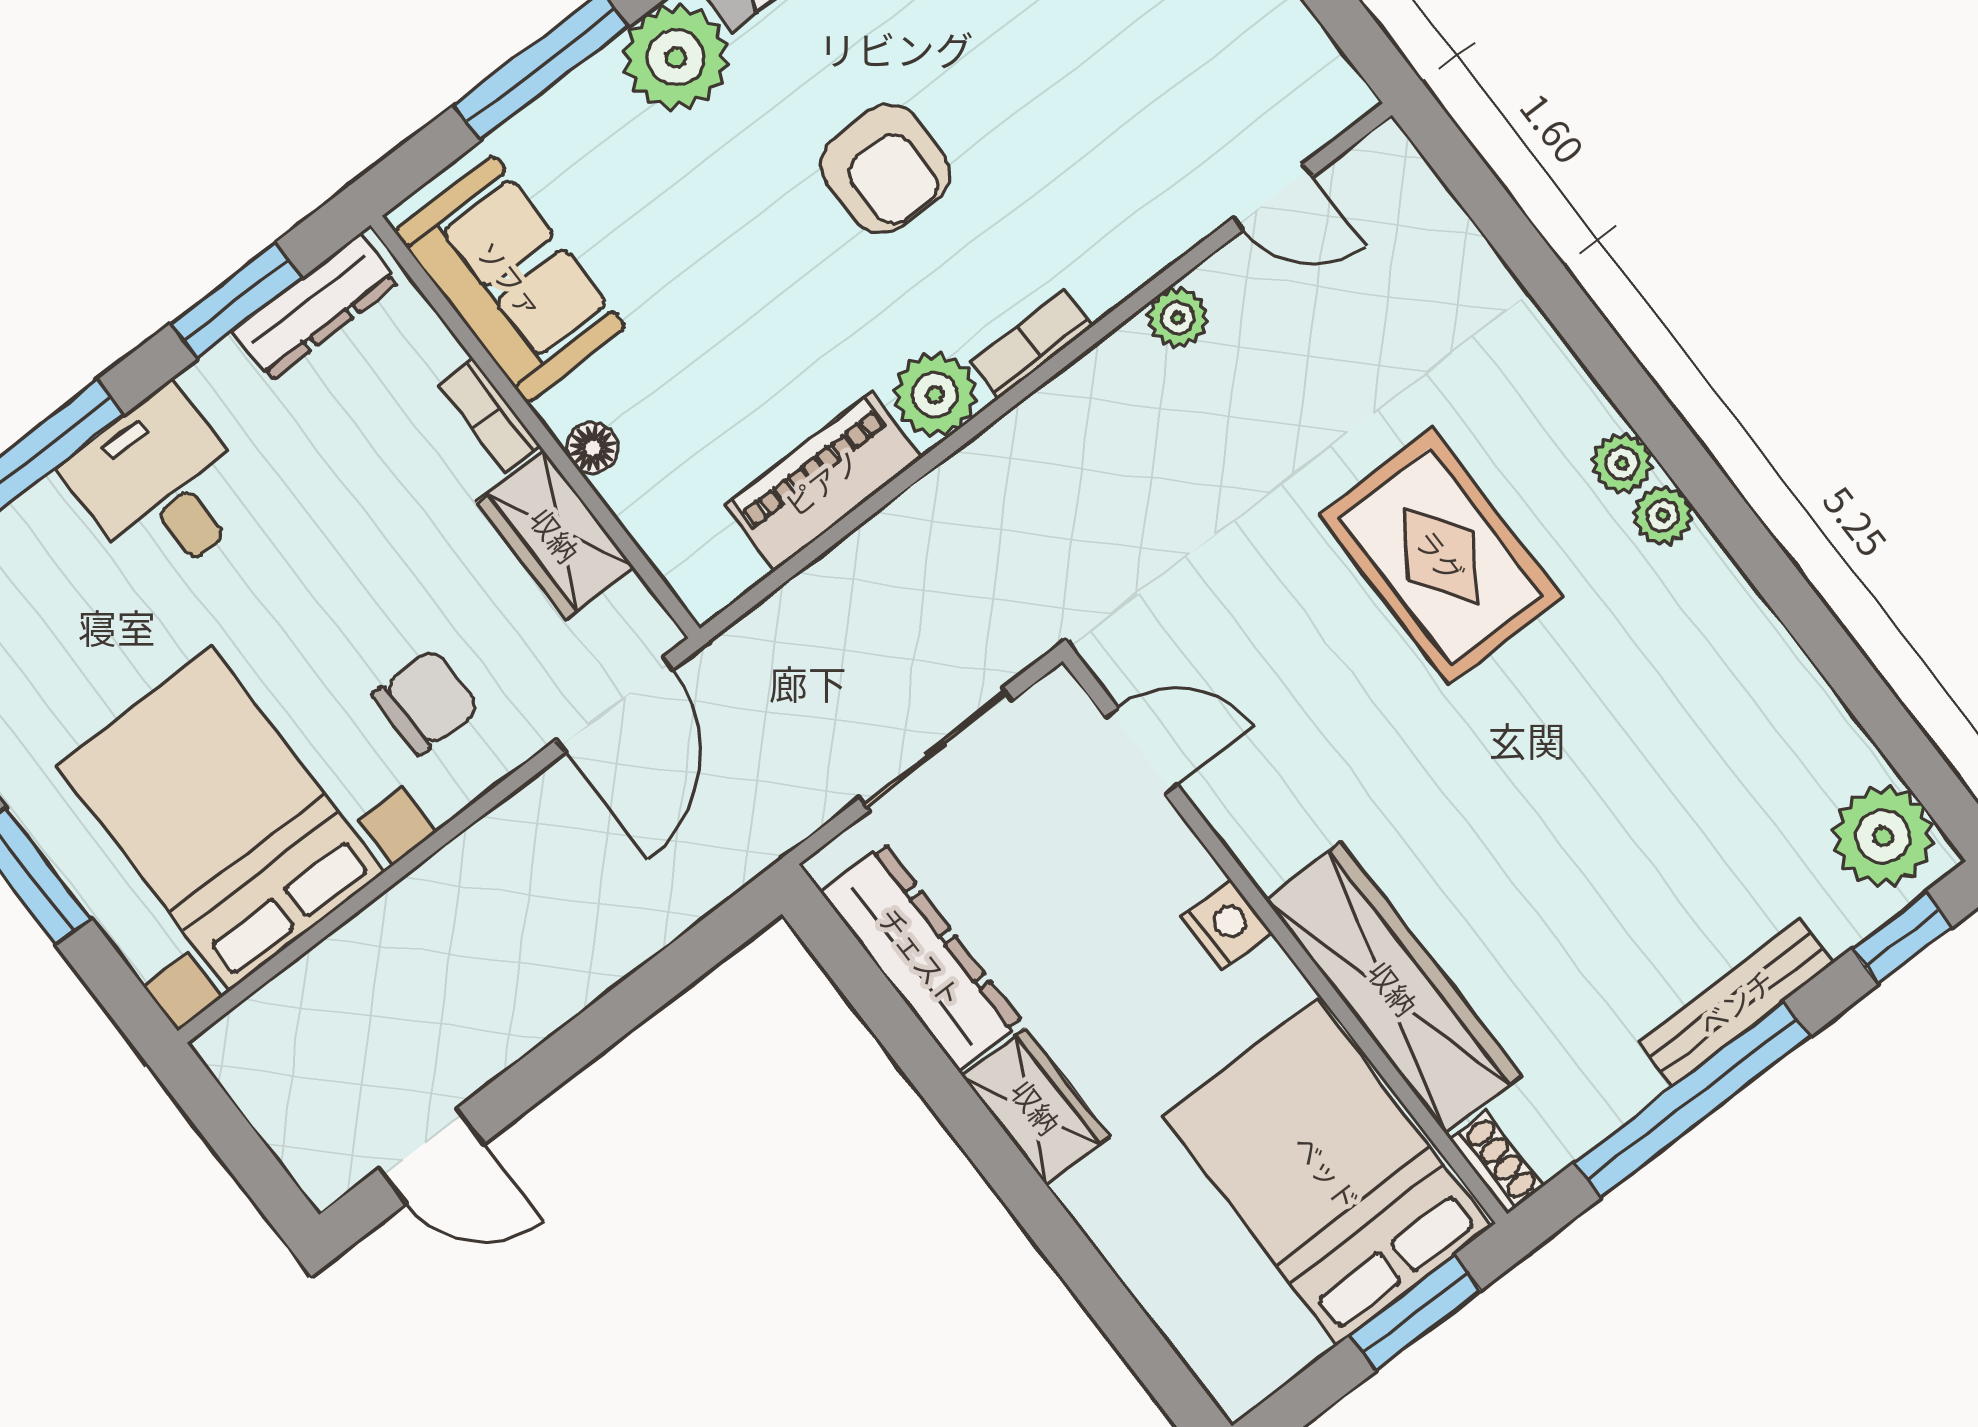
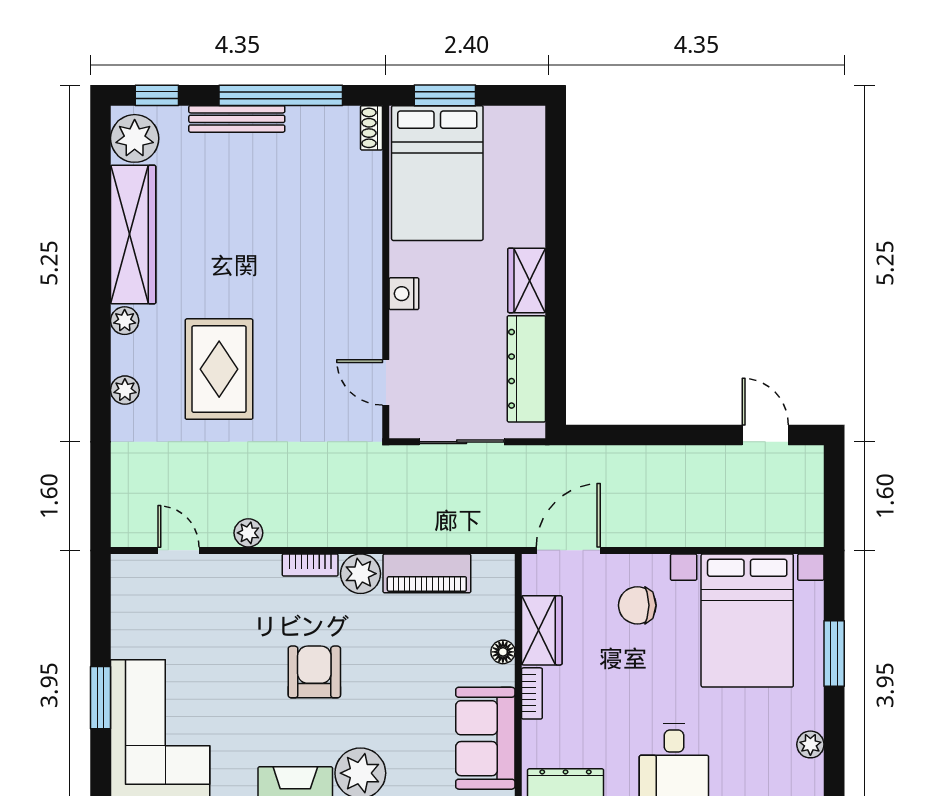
plant: (1622, 463) -> (125, 390), moved
wardrobe: (1393, 988) -> (133, 235), moved, turned 180

